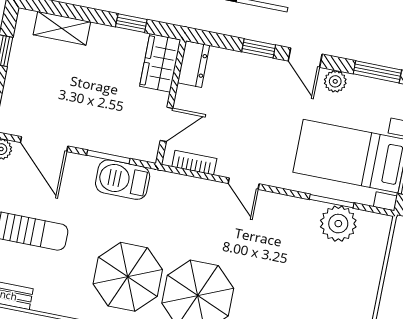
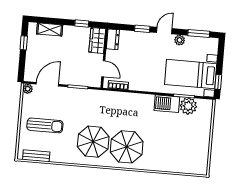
door: (305, 58) -> (164, 31), swing flipped
door: (167, 124) -> (103, 69), hinge flipped
door: (44, 144) -> (47, 84), swing flipped
barbecue: (123, 180) -> (167, 104), moved
door: (244, 184) -> (142, 92), removed

